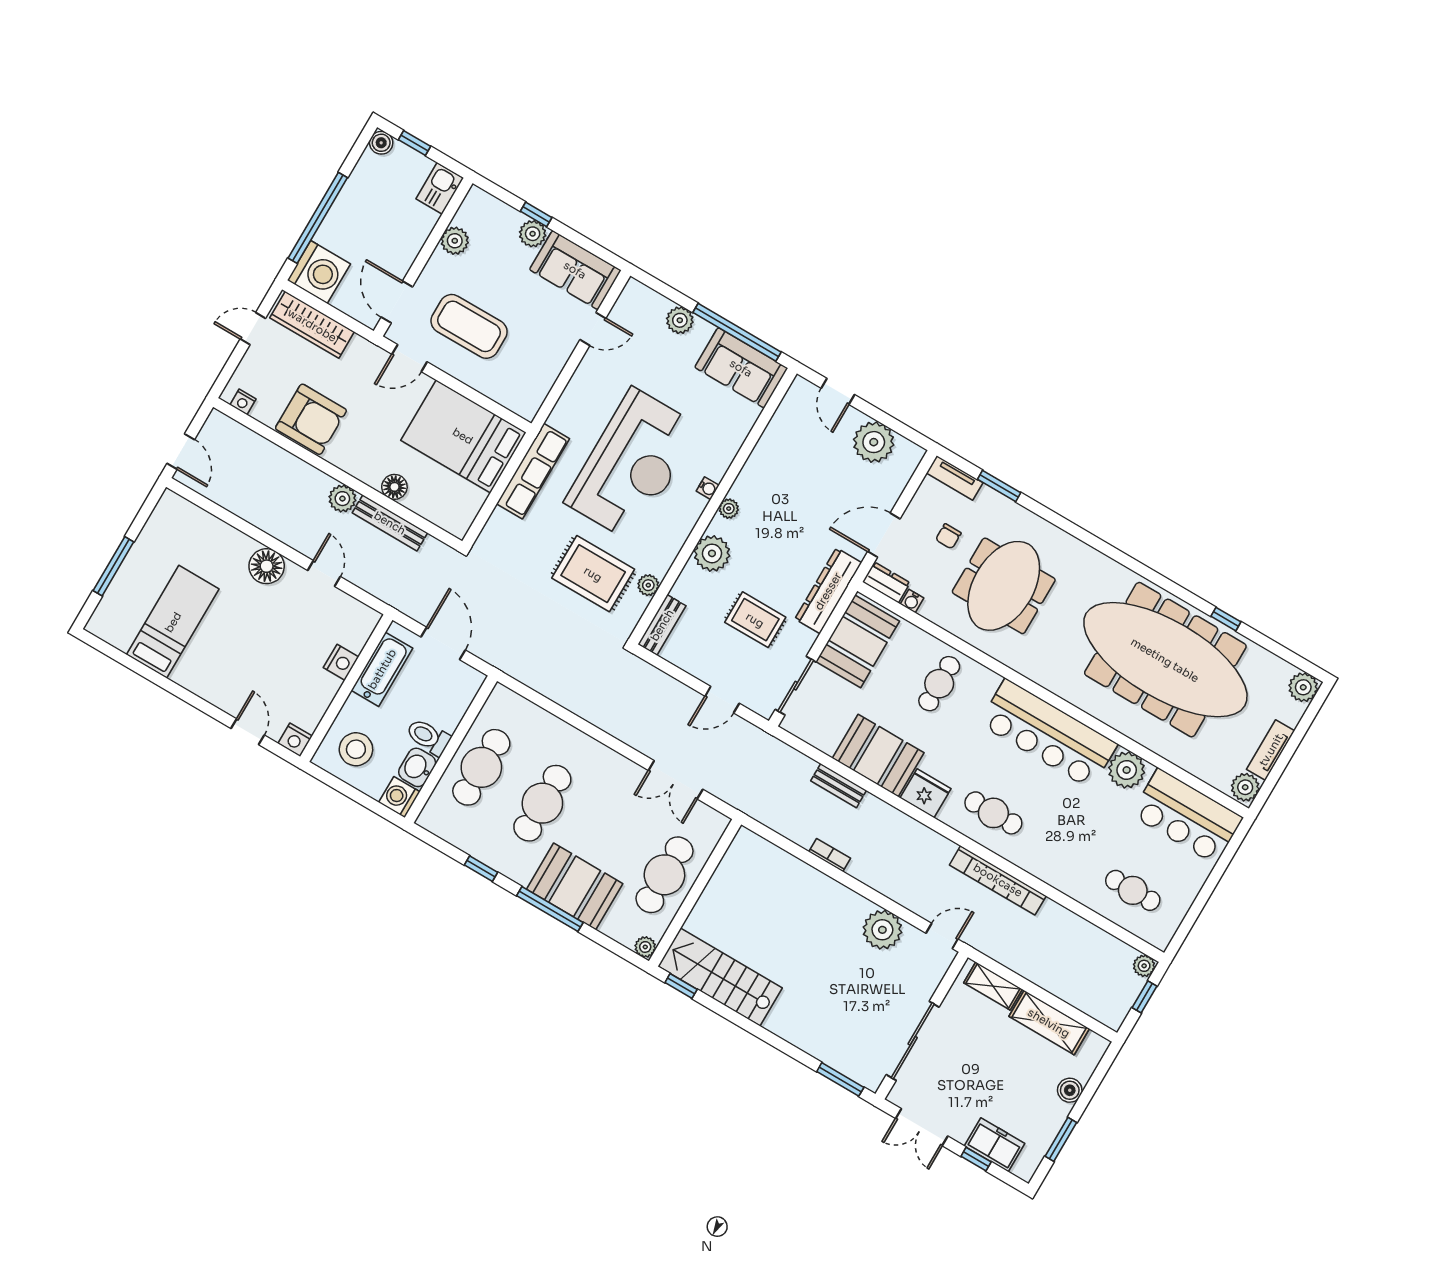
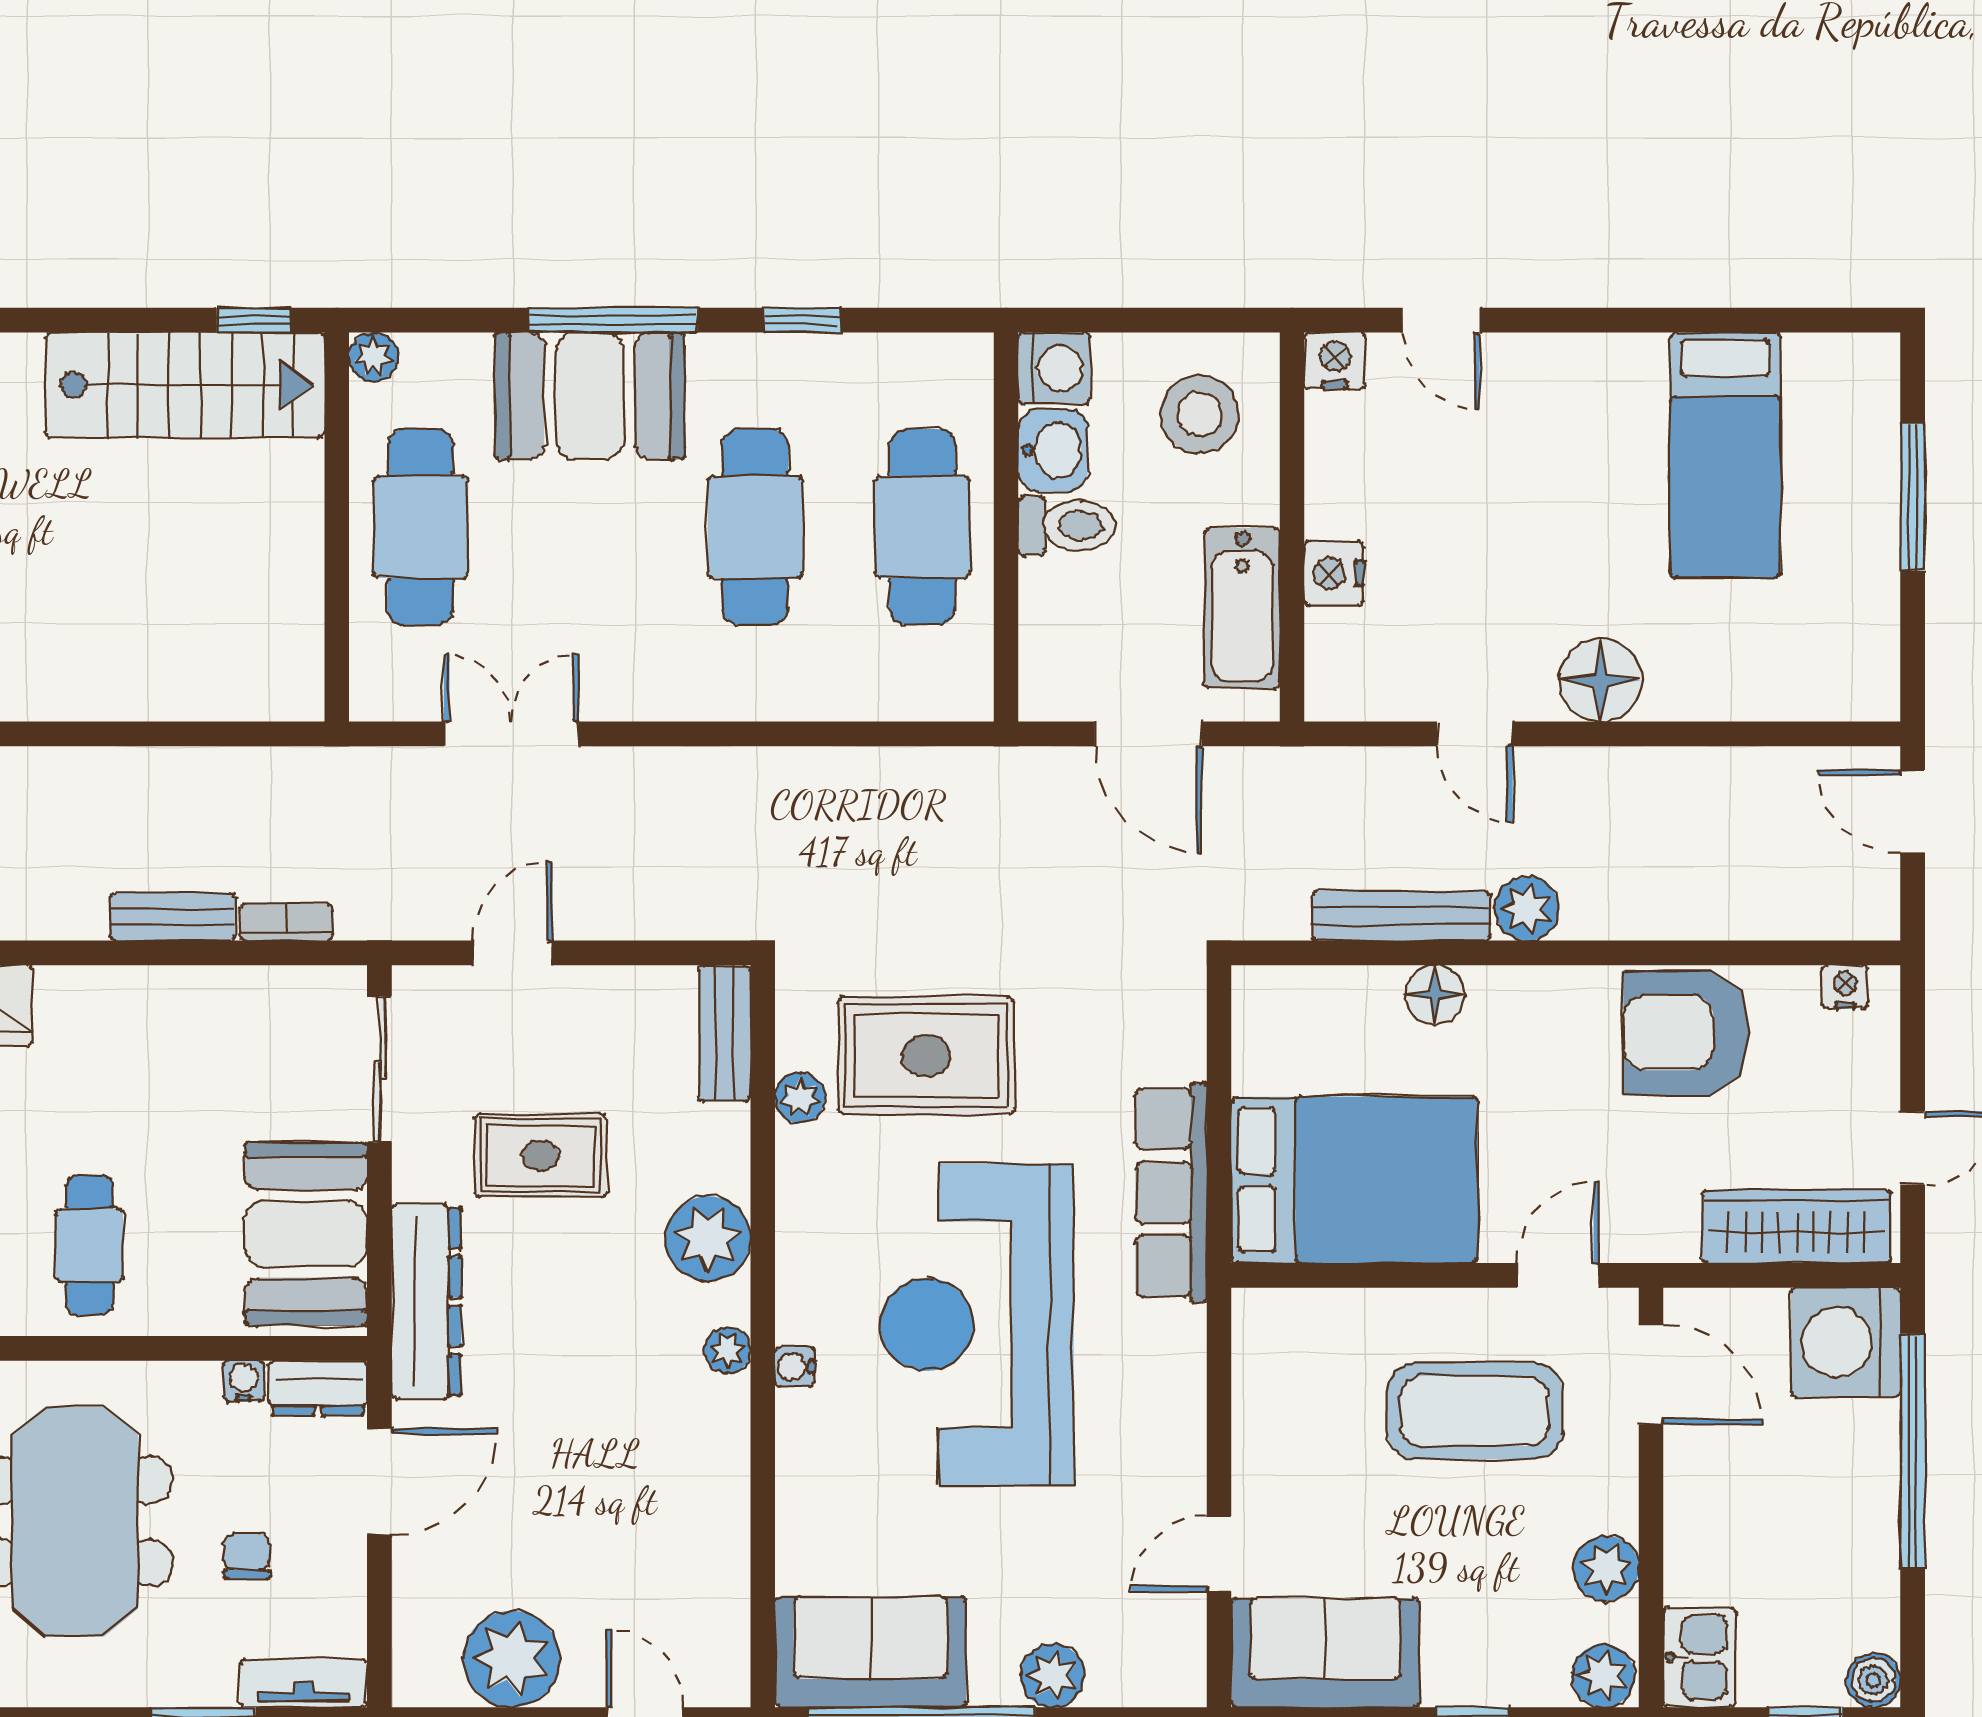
plant: (533, 234) -> (1603, 1676), moved
booth: (878, 756) -> (128, 1026), removed
bookcase: (830, 855) -> (287, 922), moved, turned 180

